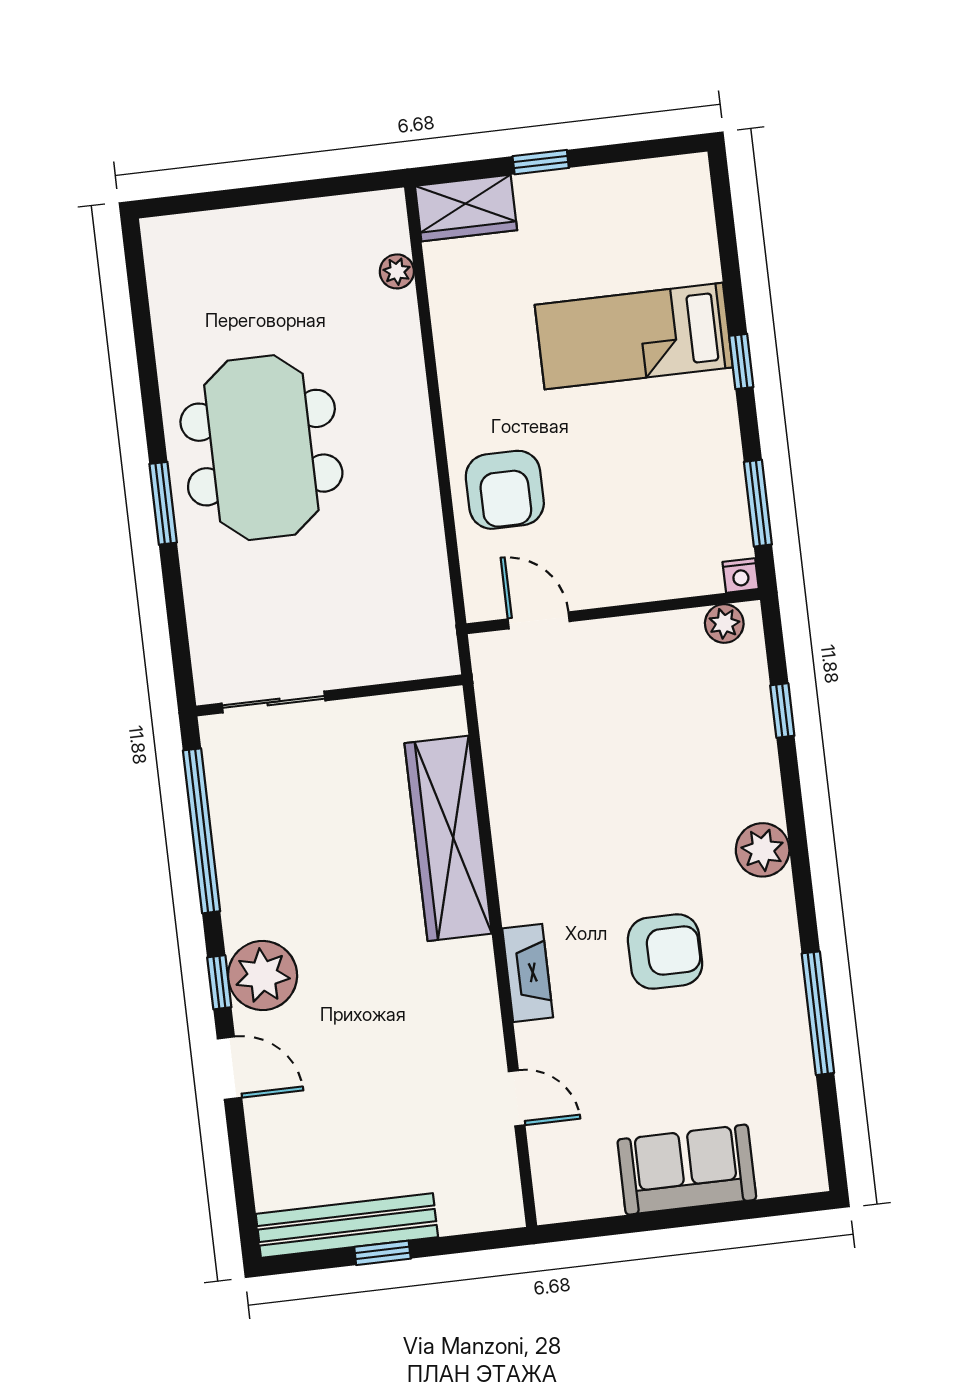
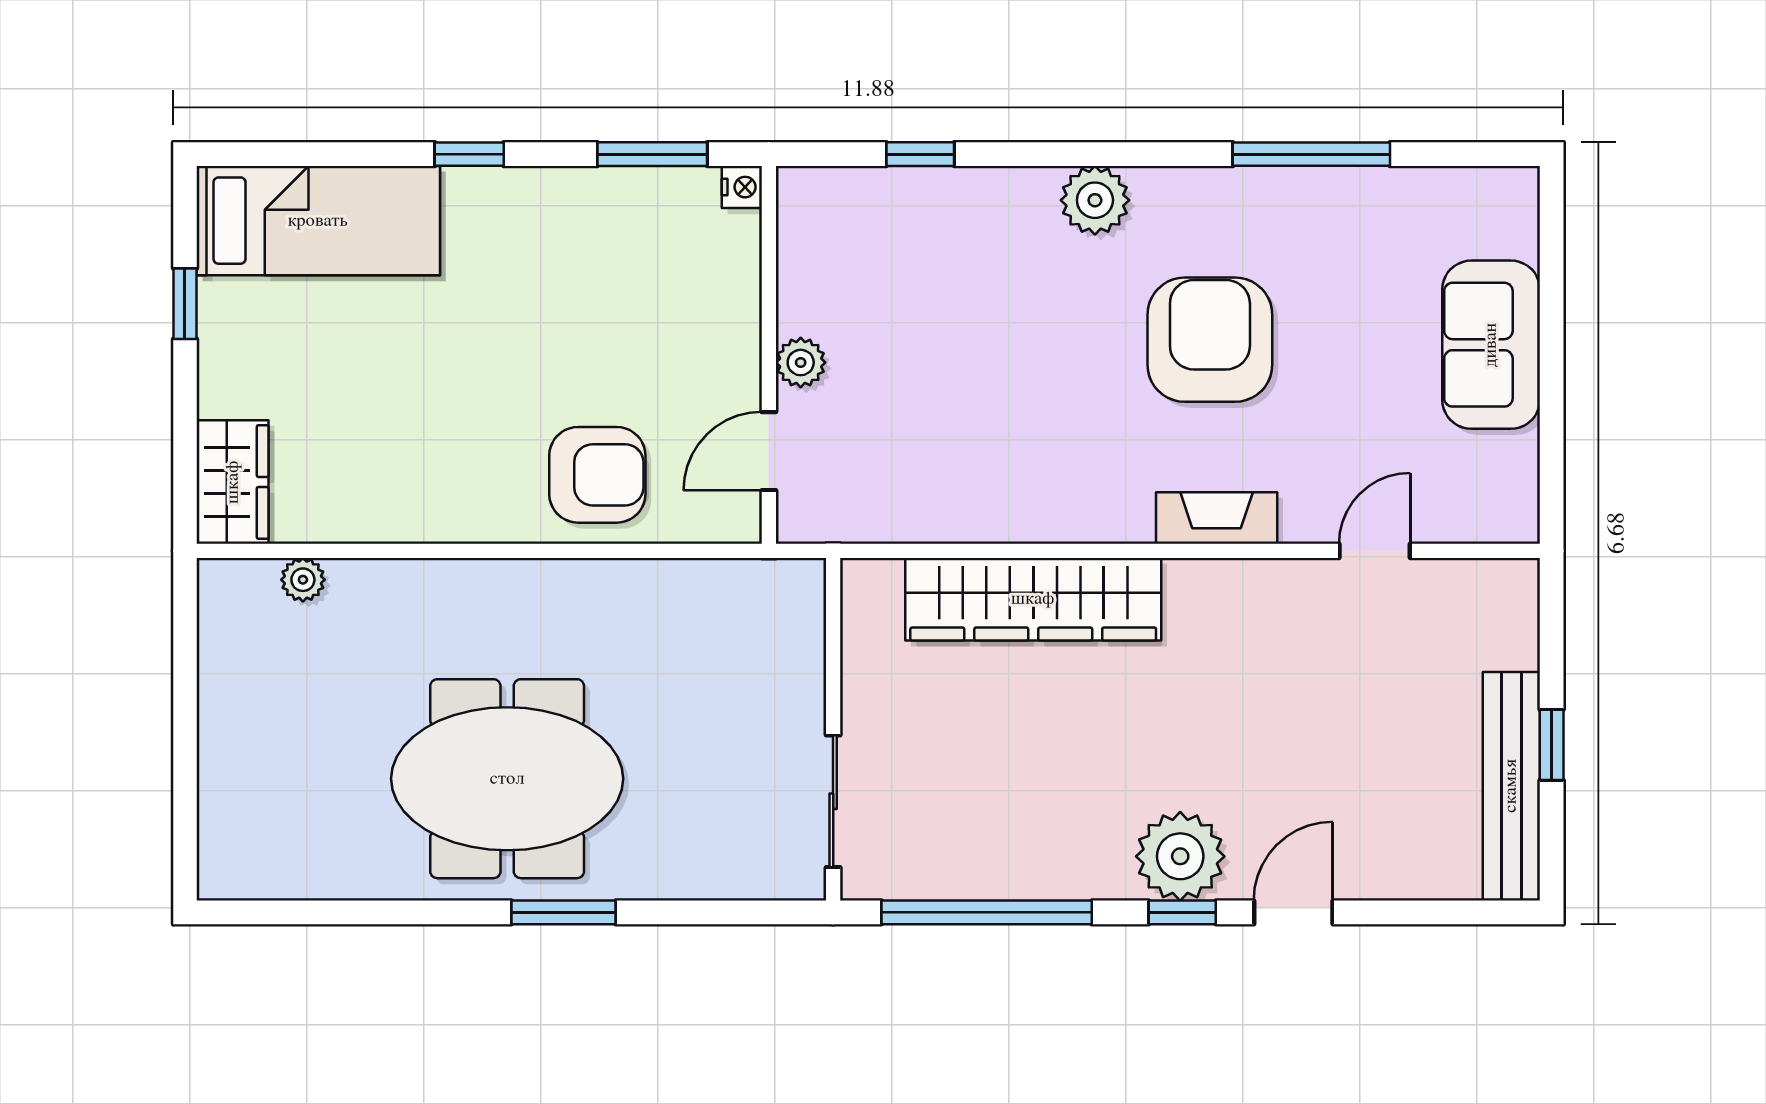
window: (541, 162) -> (185, 304), moved
bed: (634, 336) -> (318, 221), moved, turned -90
plant: (724, 623) -> (801, 363), moved
armchair: (665, 952) -> (1210, 340), width x1.36, depth x1.36

